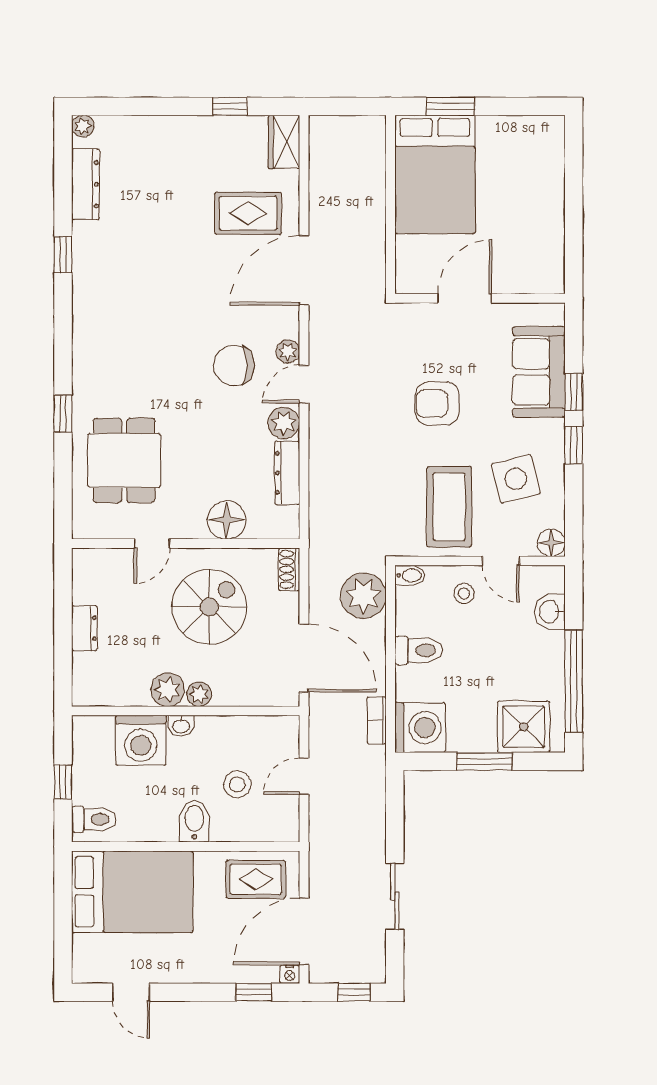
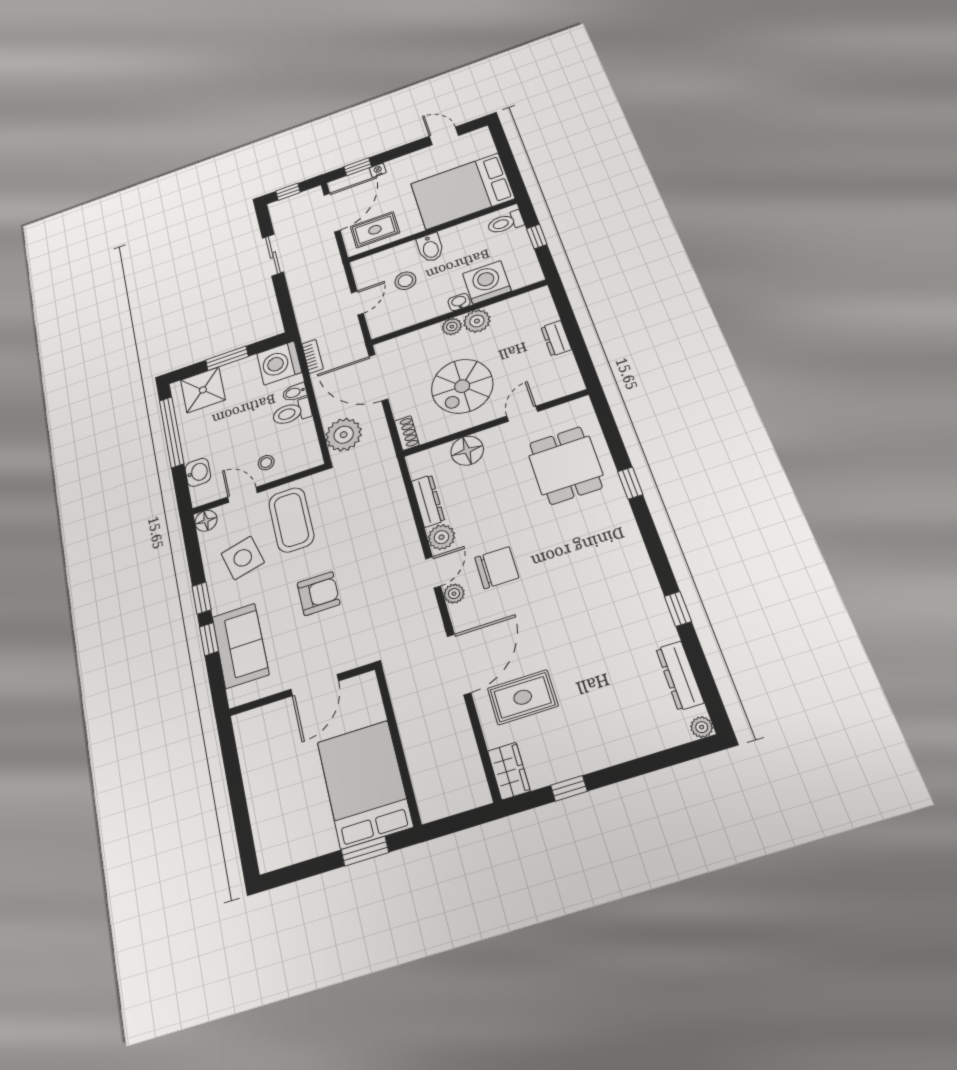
bidet: (410, 575) -> (295, 392), moved
nightstand: (290, 974) -> (378, 170), moved

